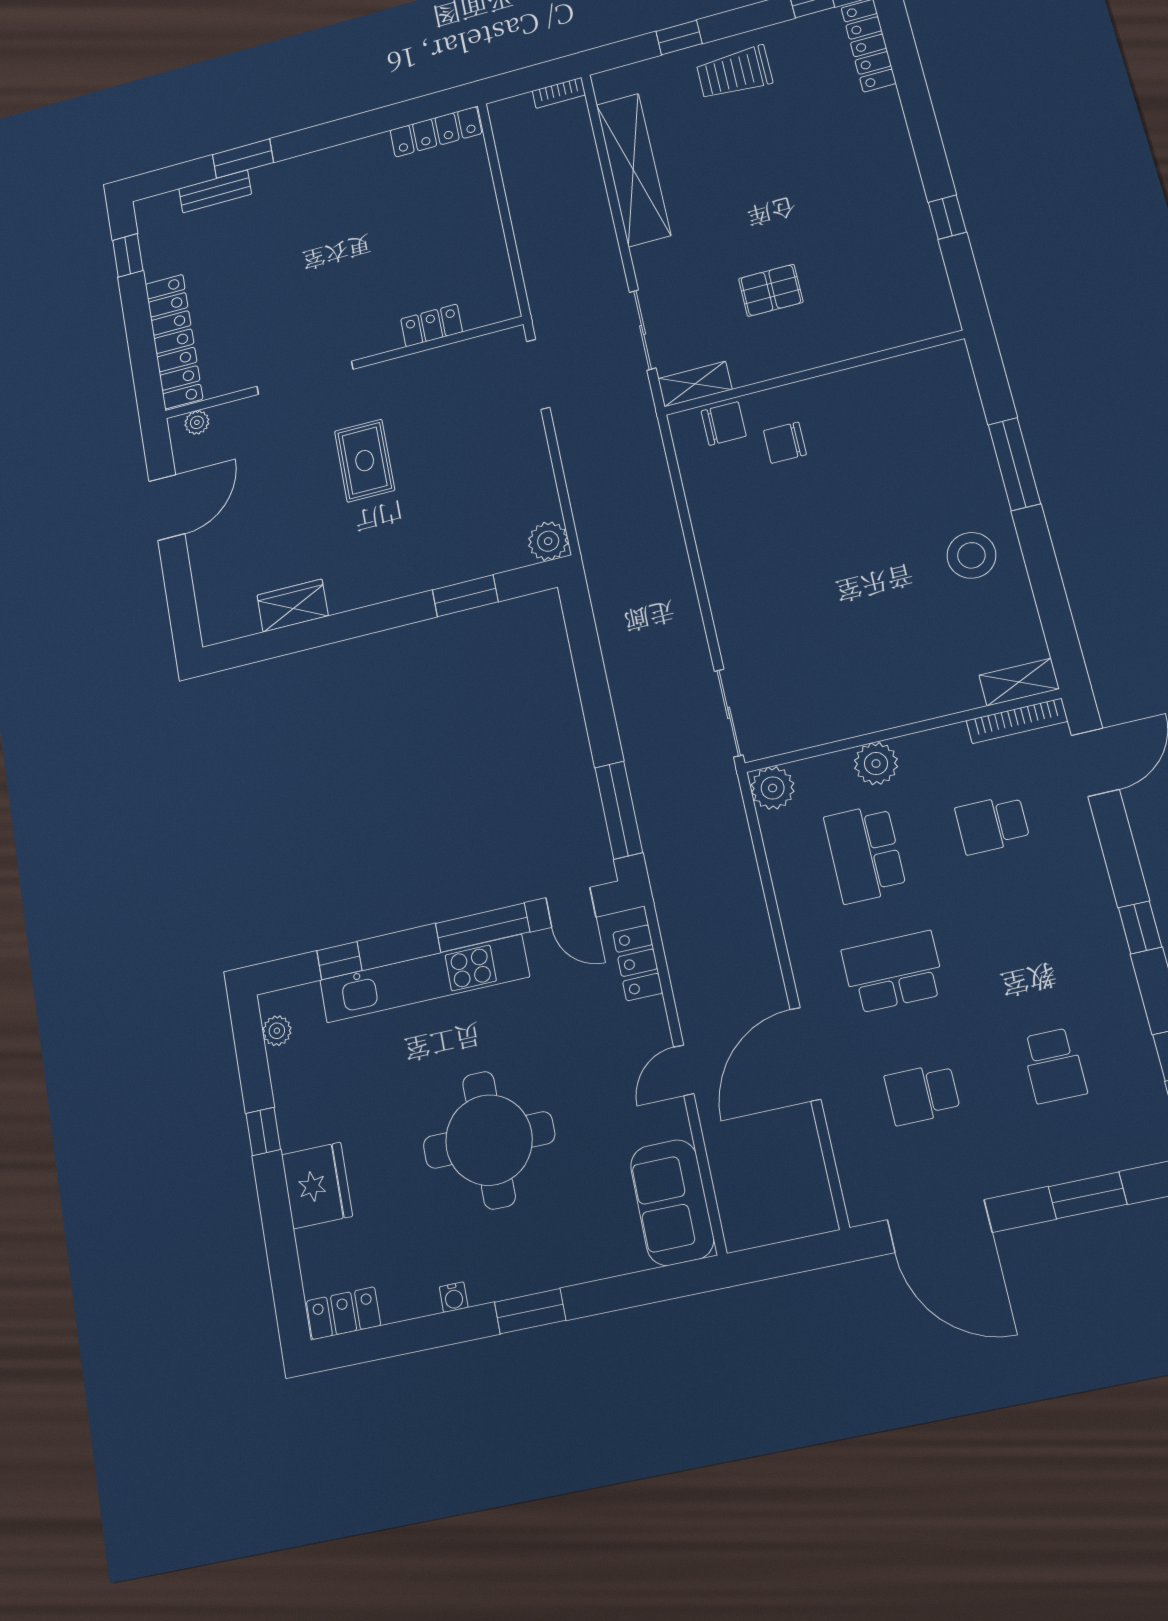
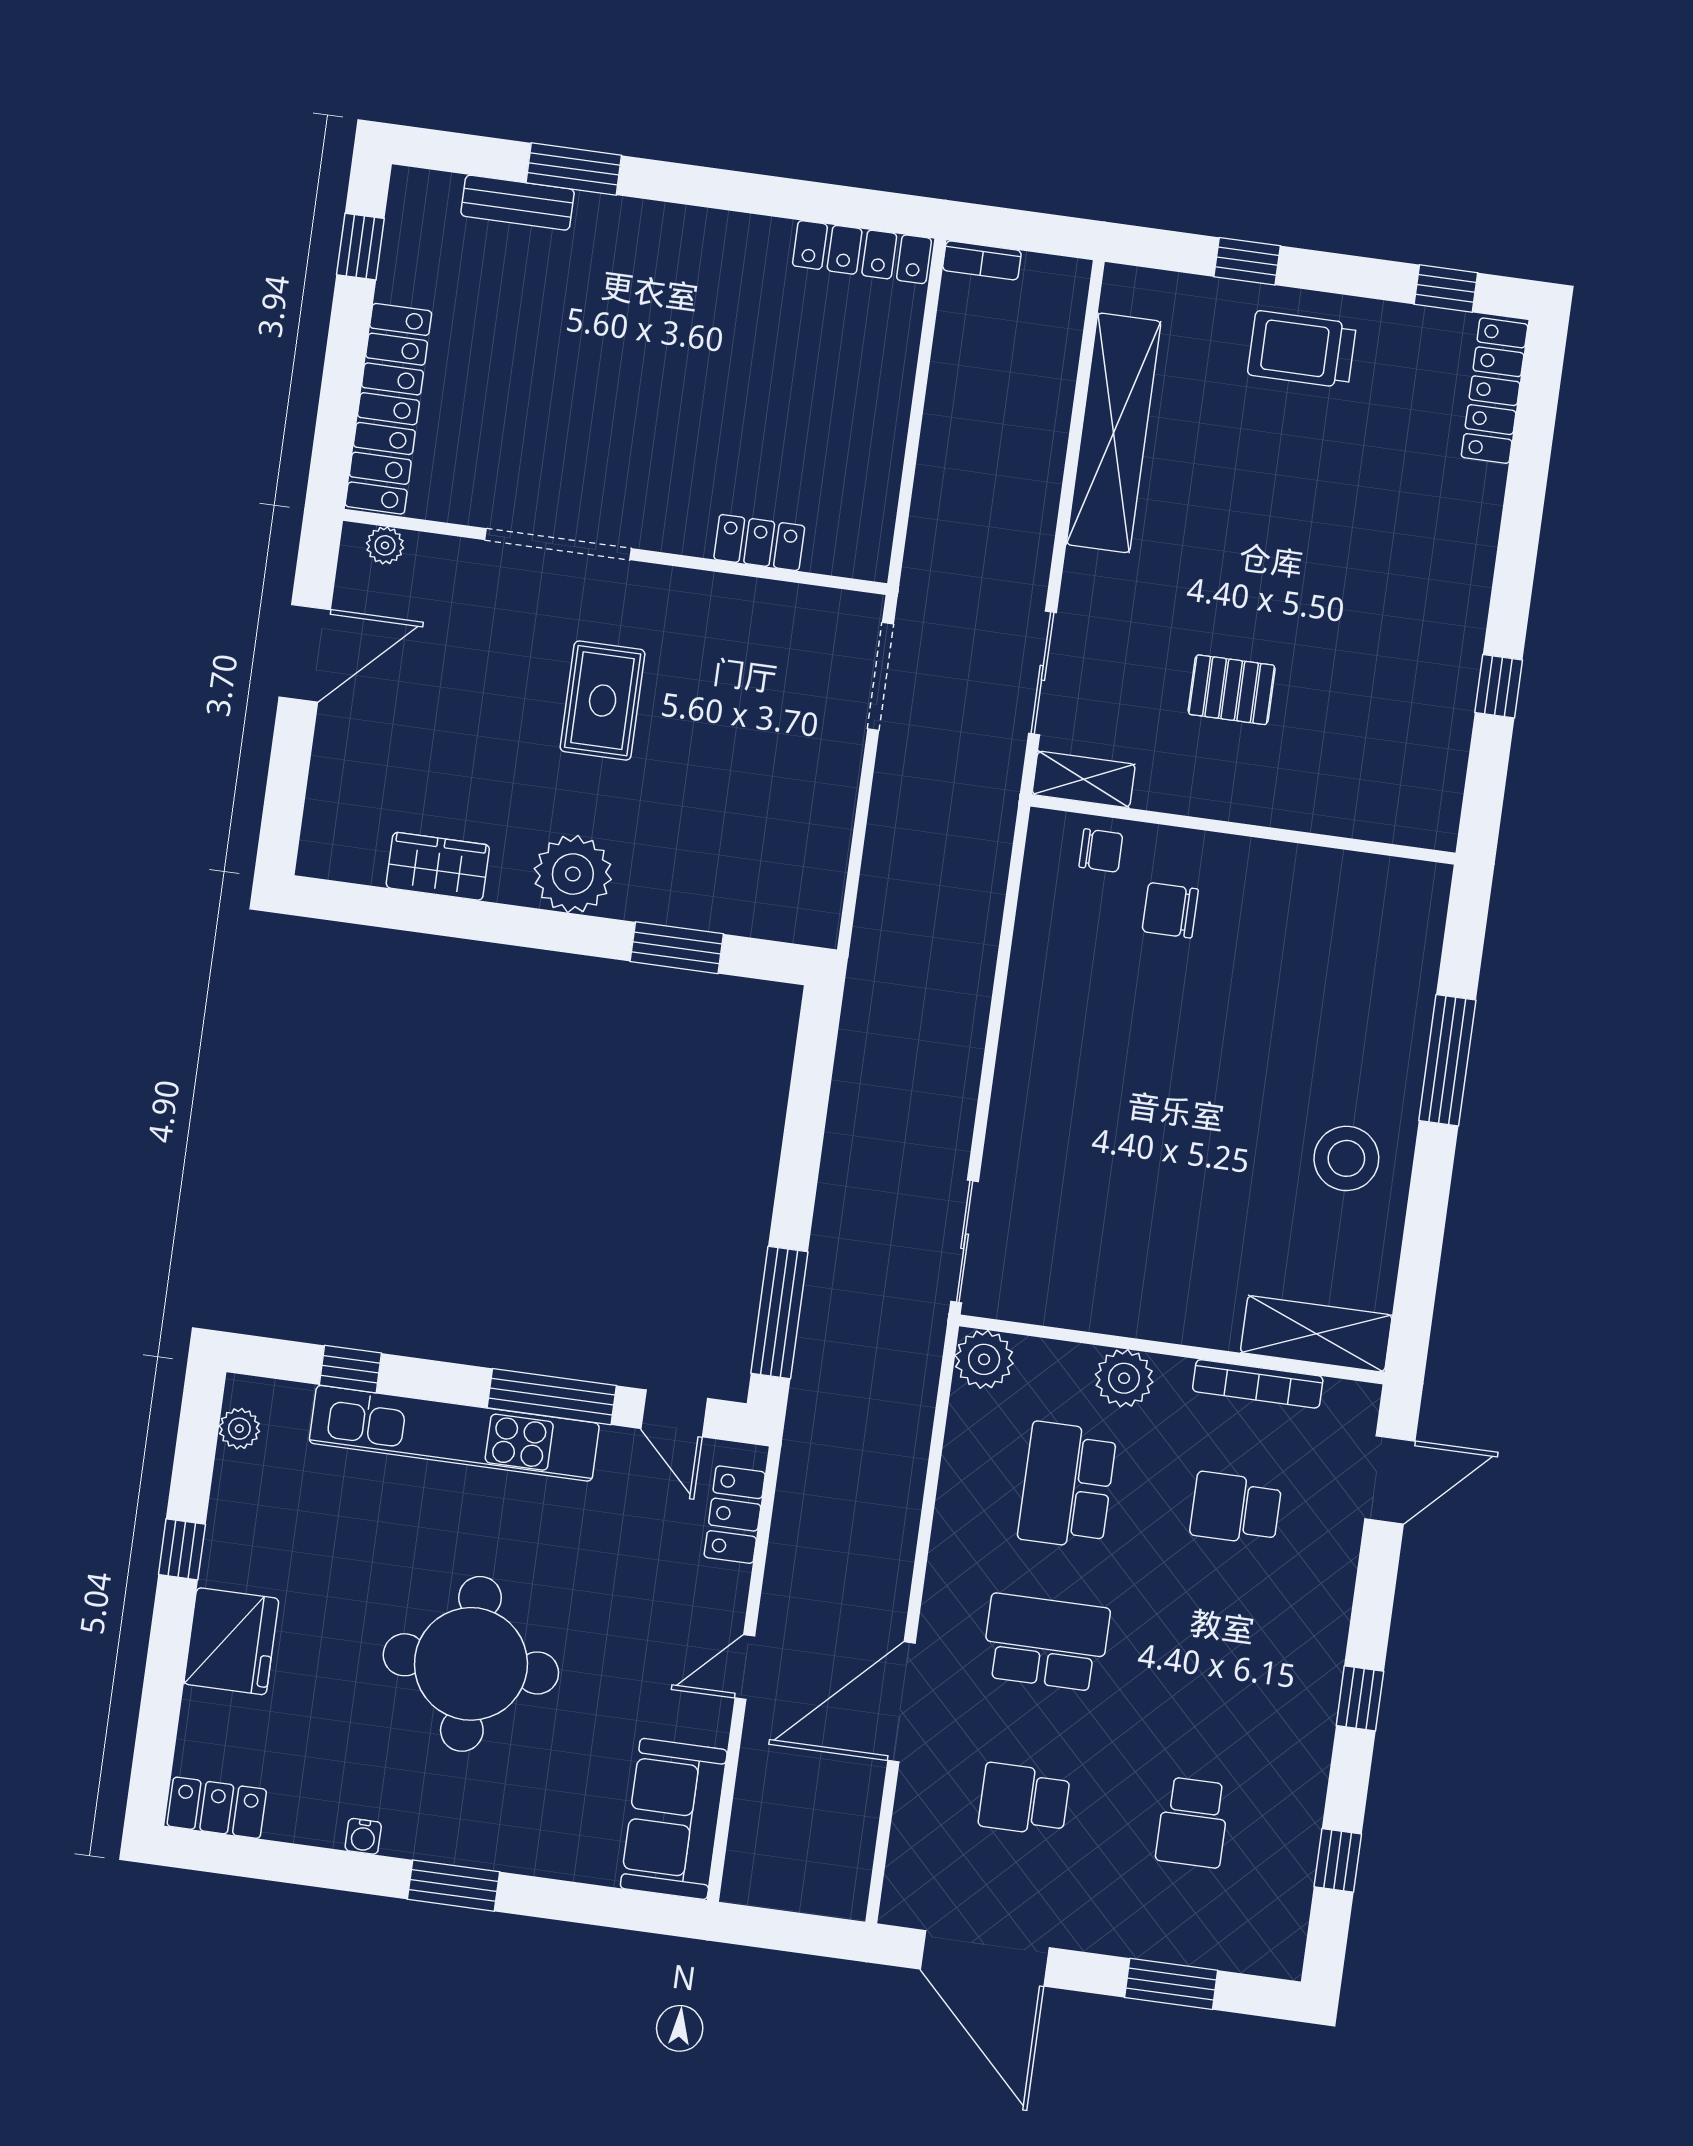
bookcase: (559, 93) -> (982, 260), moved
chair: (724, 424) -> (1101, 850), width x0.73, depth x0.73
plant: (548, 541) -> (573, 874), moved, width x1.36, depth x1.36
shelving: (1019, 682) -> (1316, 1334), width x1.50, depth x1.33
bookcase: (1017, 721) -> (1258, 1384), moved

